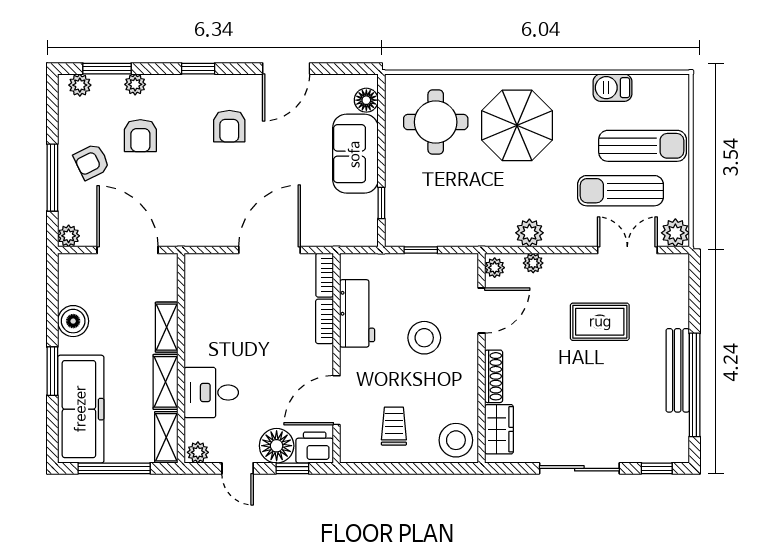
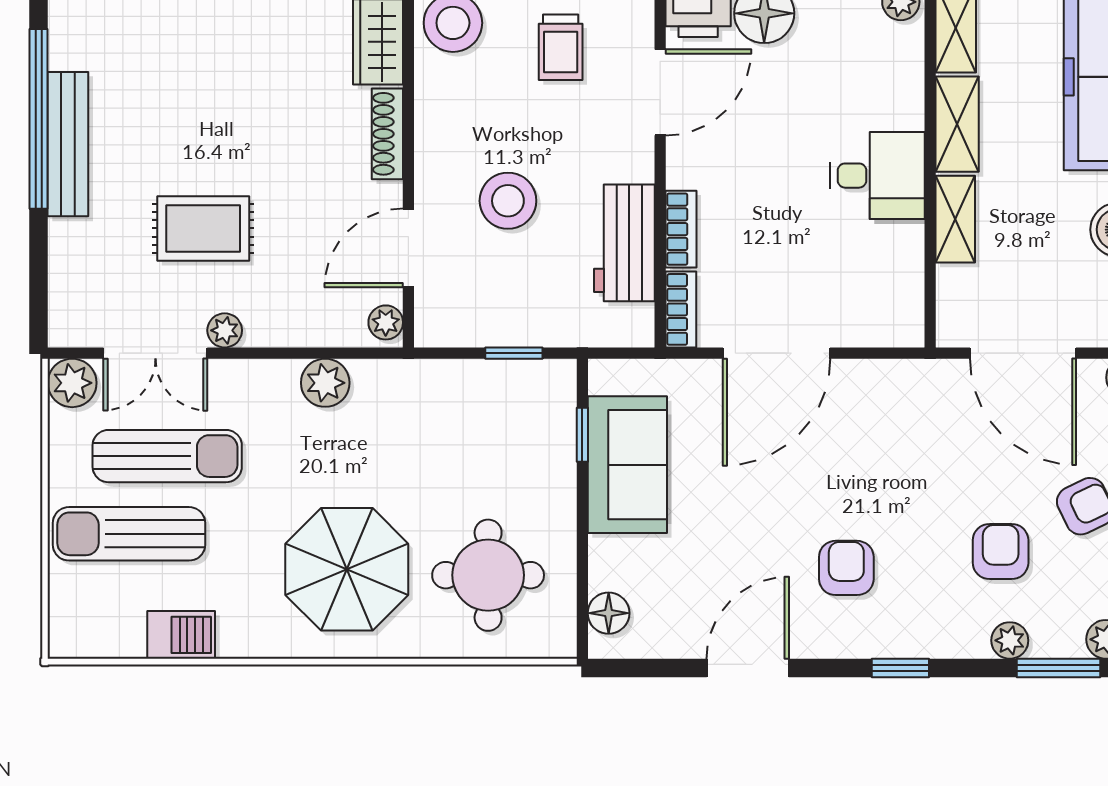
sofa: (355, 154) -> (627, 465), moved
plant: (533, 263) -> (225, 330), moved
desk: (211, 393) -> (877, 176), moved

